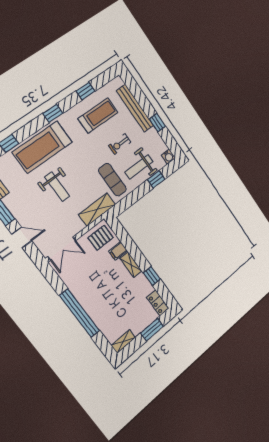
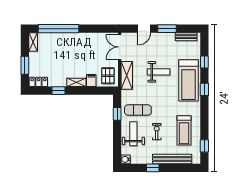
window: (85, 91) -> (204, 146), moved
window: (53, 113) -> (204, 89), moved
treadmill: (42, 147) -> (188, 80), turned 180
window: (156, 179) -> (117, 114), moved
weight bench: (57, 187) -> (159, 72), turned 180
shelving: (97, 210) -> (127, 75), moved
window: (80, 313) -> (58, 29), moved

